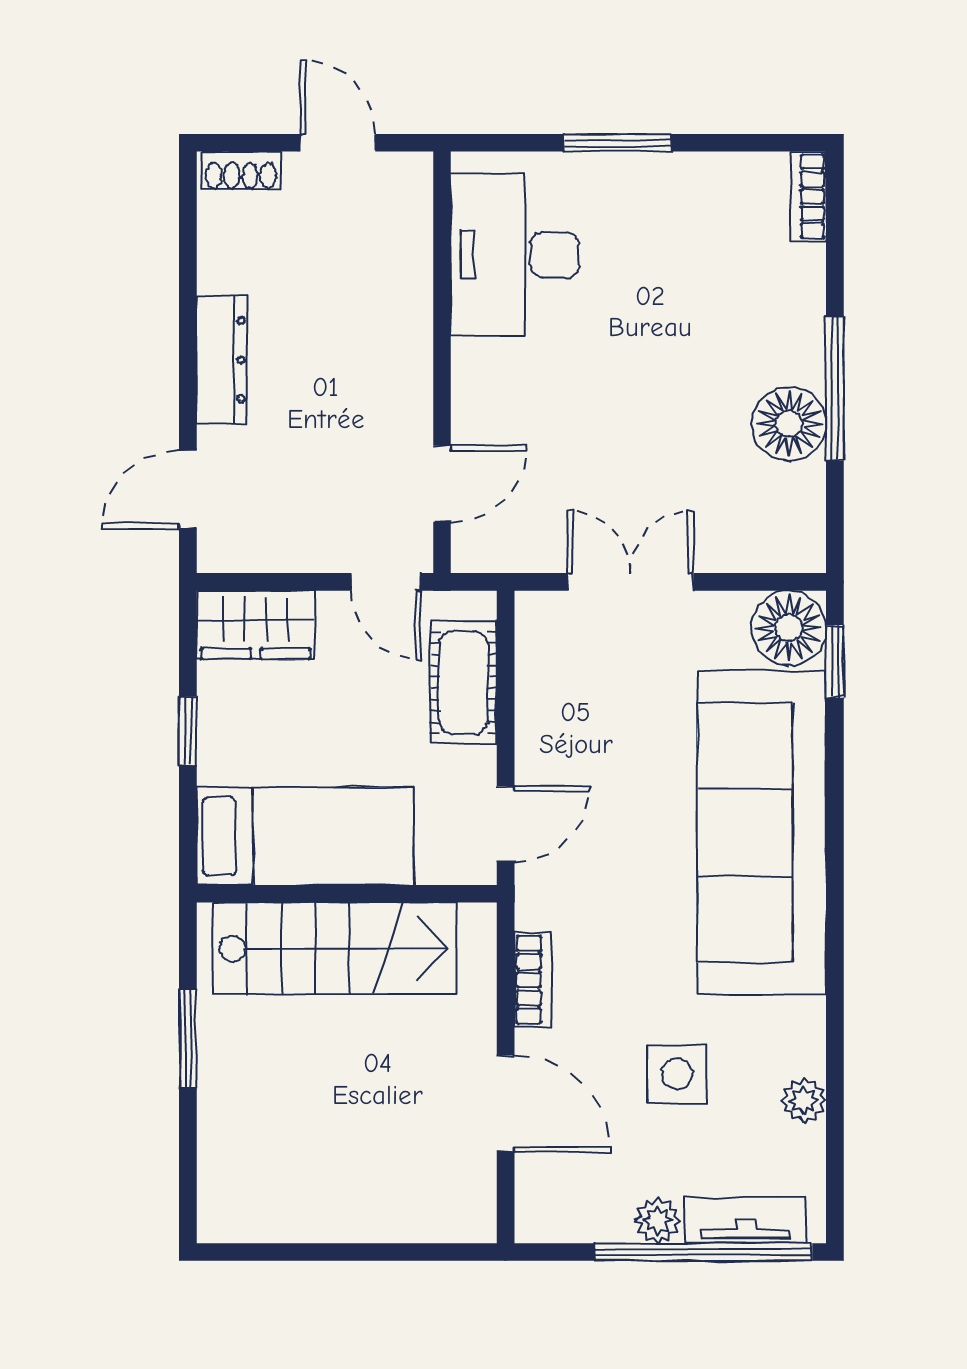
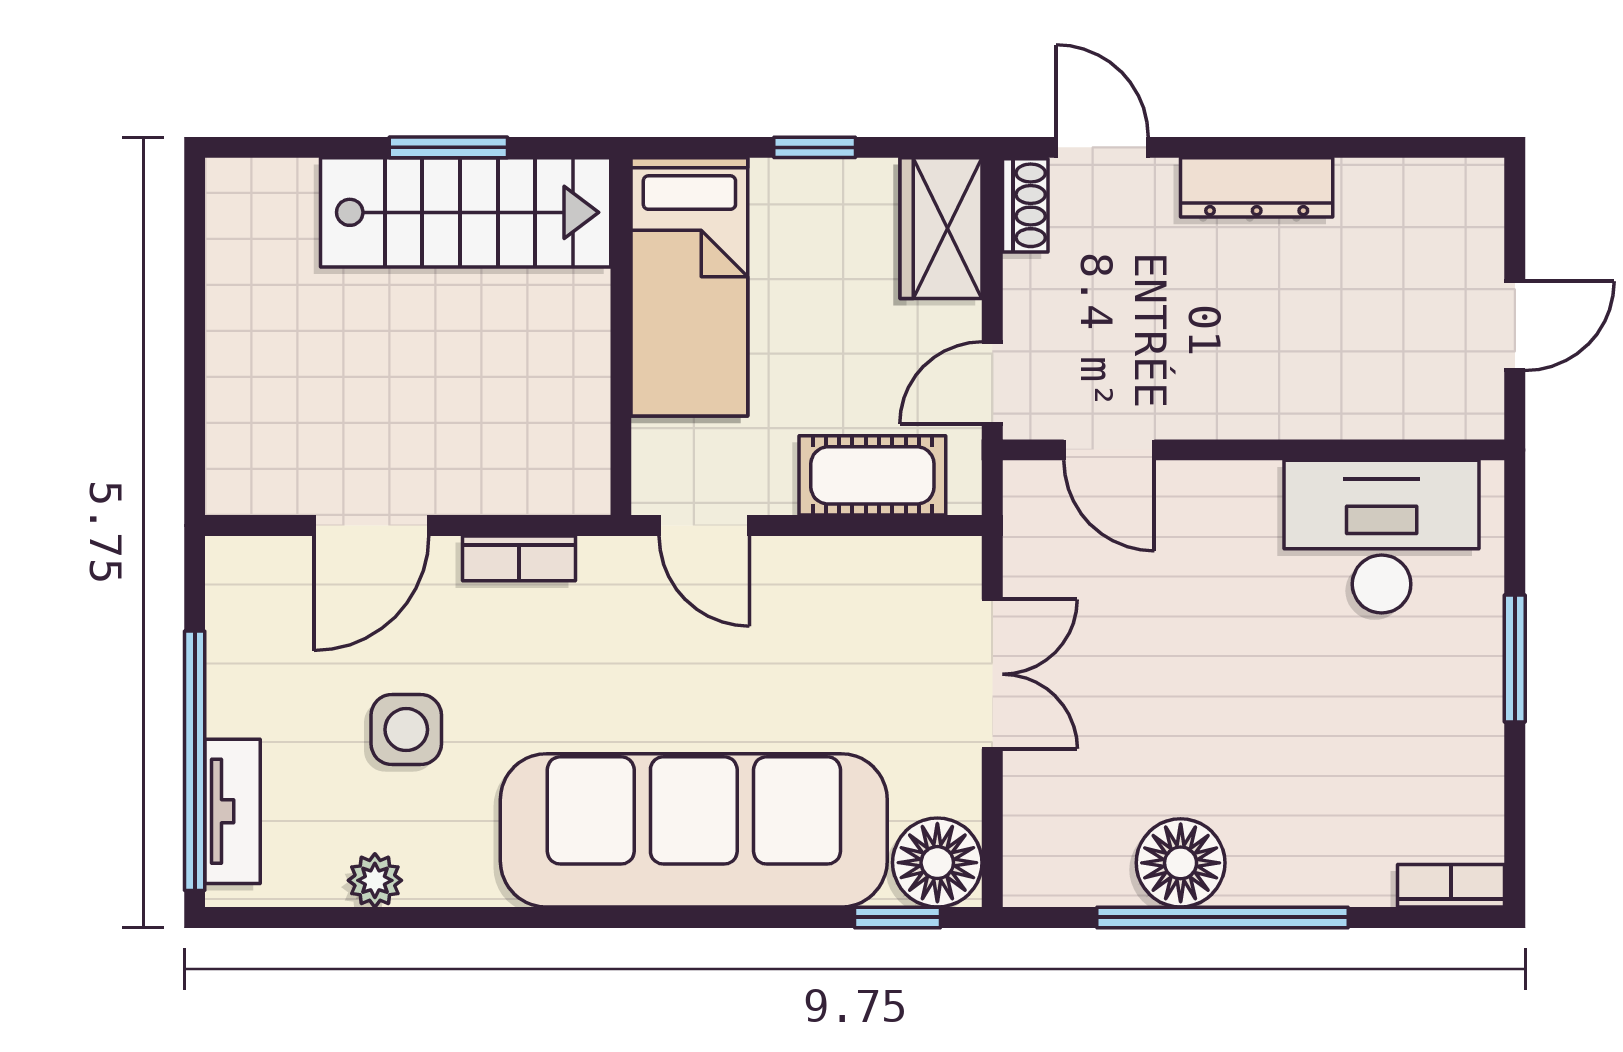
shoe rack: (241, 171) -> (1025, 205), moved, turned 180
window: (835, 388) -> (1222, 917), width x1.46
stairs: (335, 948) -> (466, 212), moved, turned -90
plant: (658, 1221) -> (232, 706), removed

